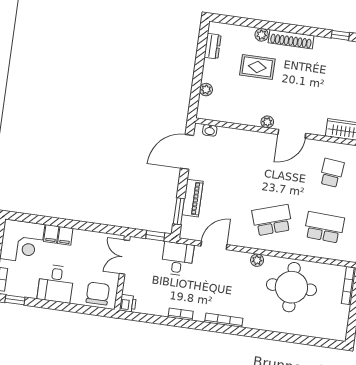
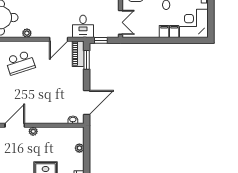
piano: (193, 198) -> (78, 54), moved

